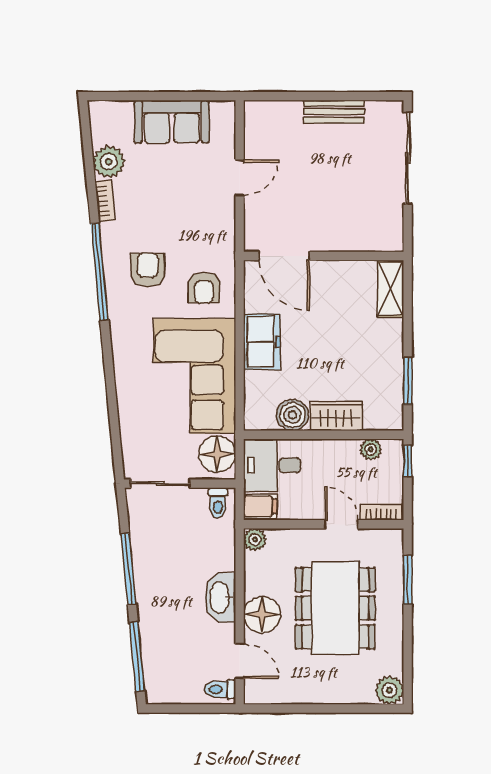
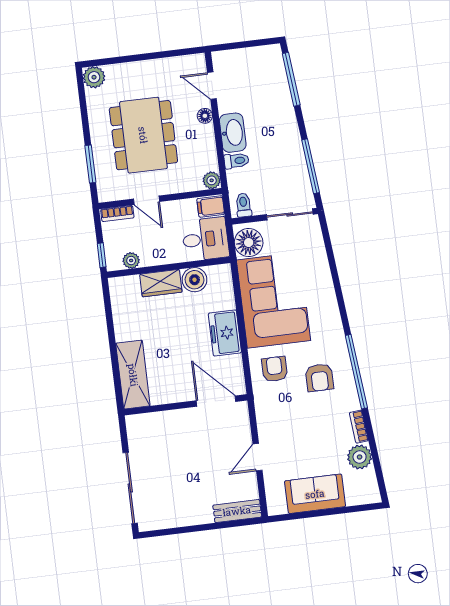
bench: (334, 112) -> (237, 511), moved
shelving: (391, 289) -> (133, 375), width x1.50, depth x1.33
window: (408, 381) -> (109, 317), removed
window: (129, 569) -> (311, 166), moved
floor lamp: (262, 615) -> (205, 116), width x0.53, depth x0.53
toilet: (220, 689) -> (236, 161), moved

